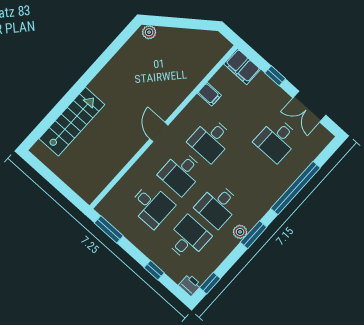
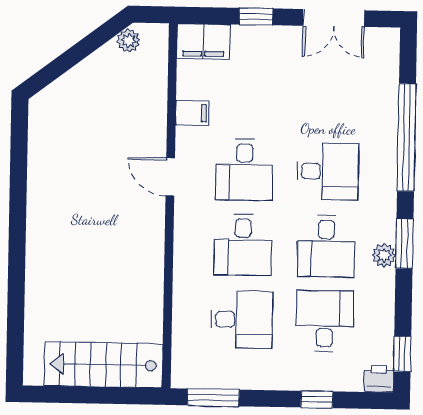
plant: (149, 32) -> (129, 41), moved
stairs: (72, 122) -> (104, 365), moved, turned -90
door: (159, 132) -> (170, 177), moved
desk: (277, 140) -> (328, 171), moved, turned -90

